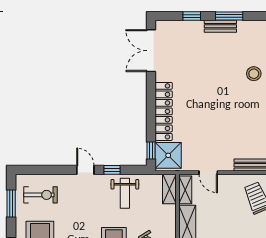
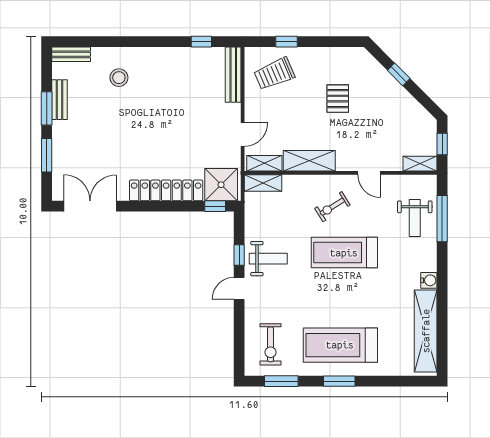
window: (192, 16) -> (47, 155), width x1.50
bench: (220, 26) -> (60, 100), moved
double door: (151, 51) -> (90, 206), swing flipped
weight bench: (125, 193) -> (268, 259), moved
exercise bike: (41, 195) -> (271, 344), turned 180

